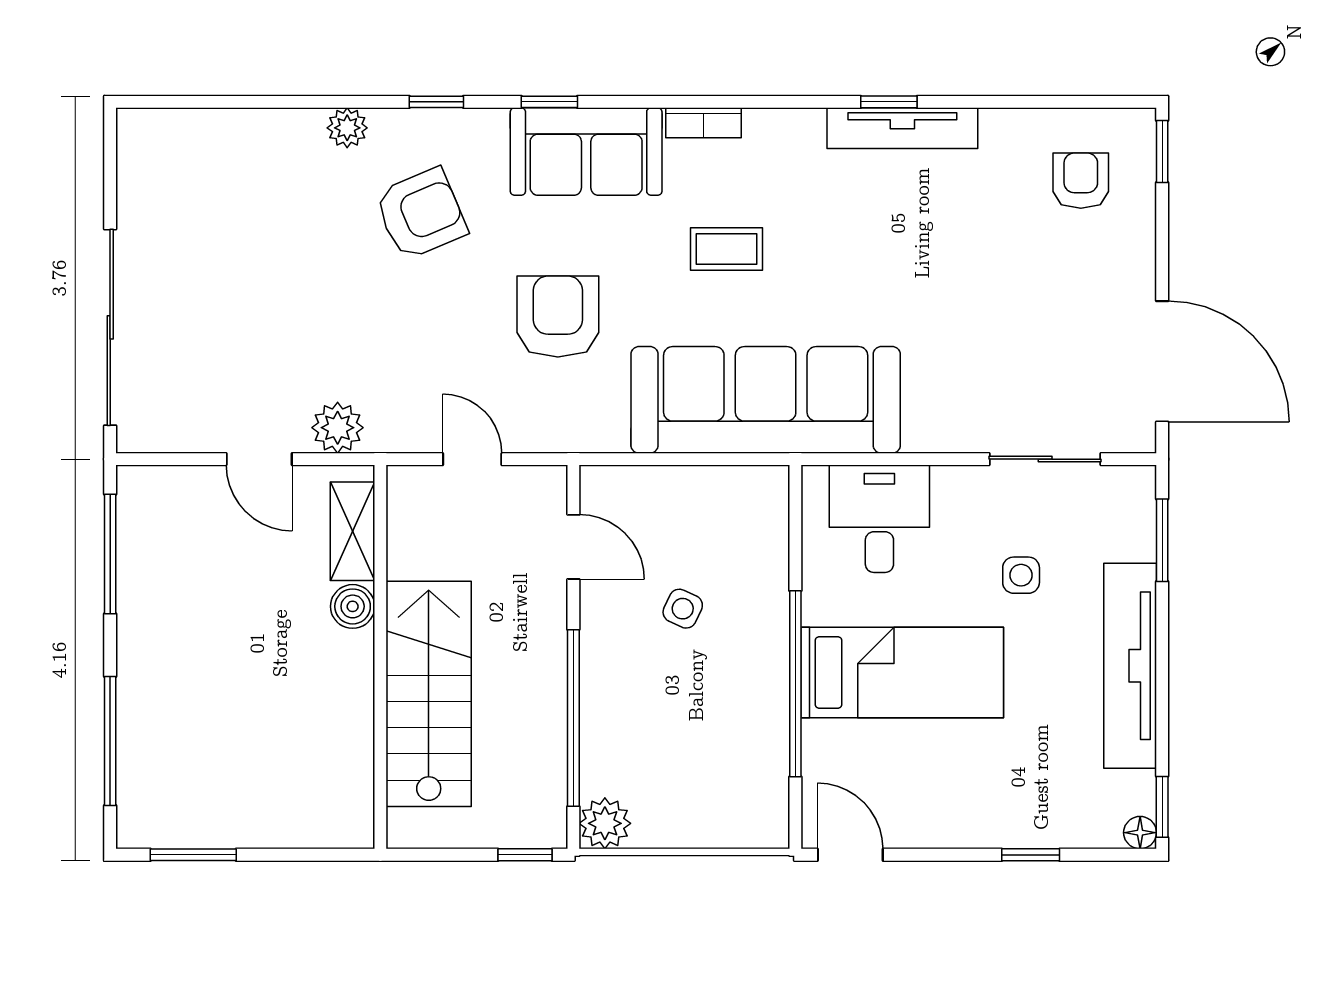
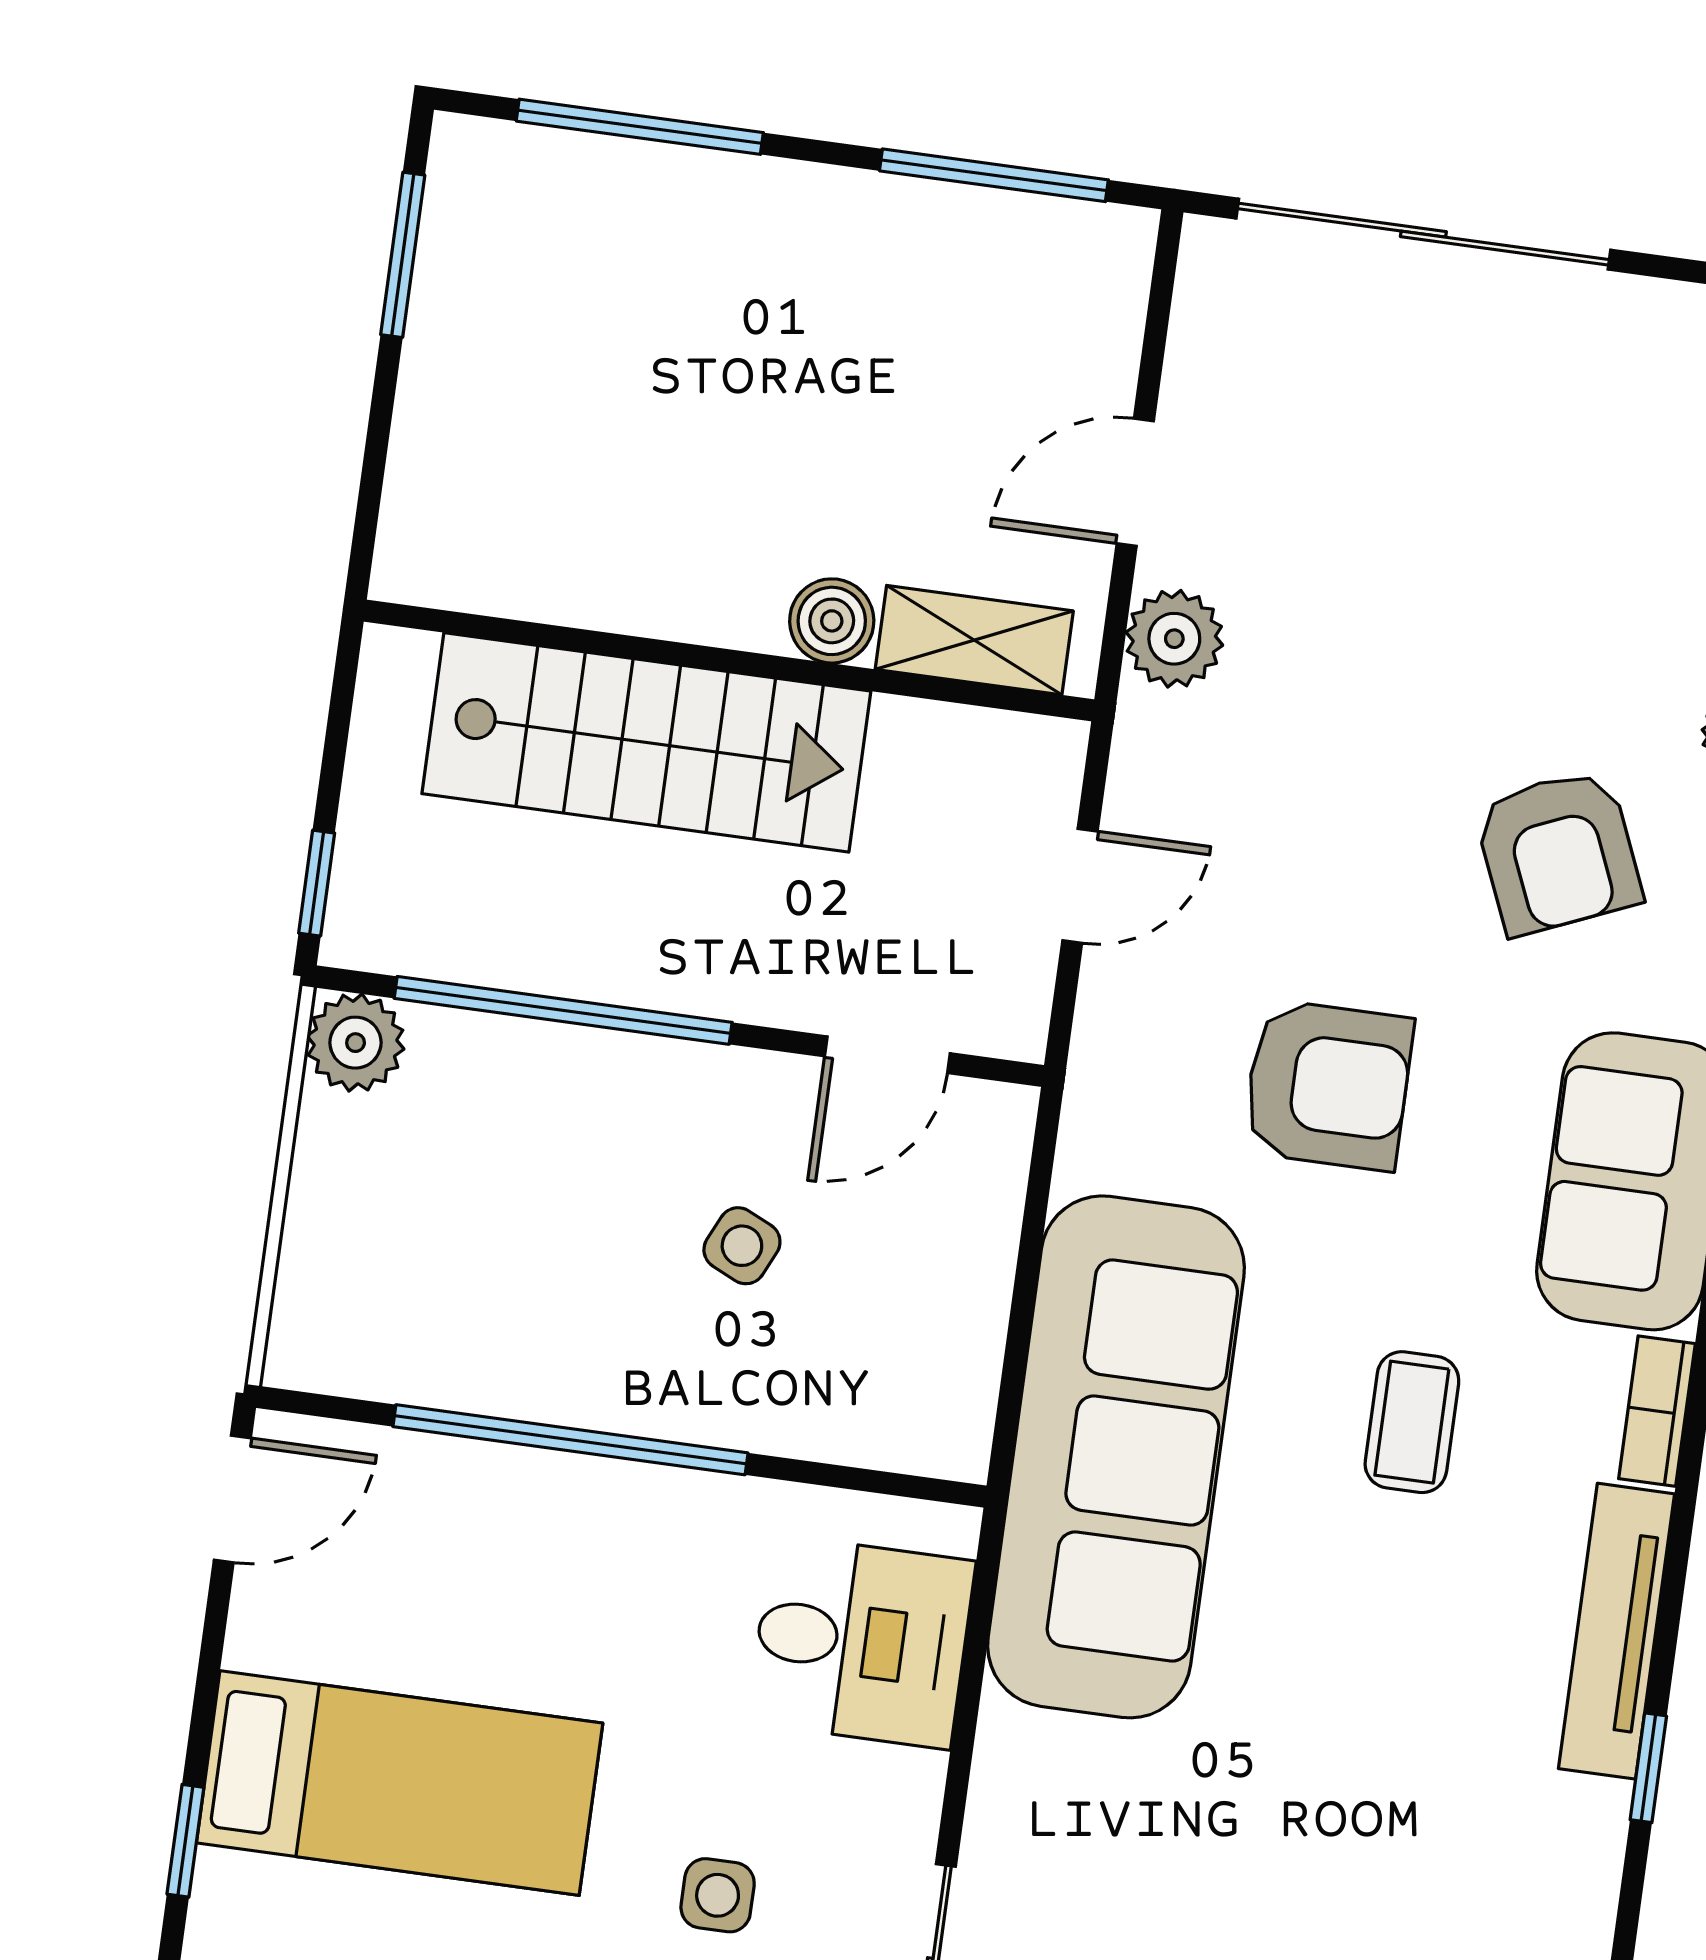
tv unit: (902, 128) -> (1616, 1631), moved
bed: (902, 672) -> (400, 1783), moved, turned -90

